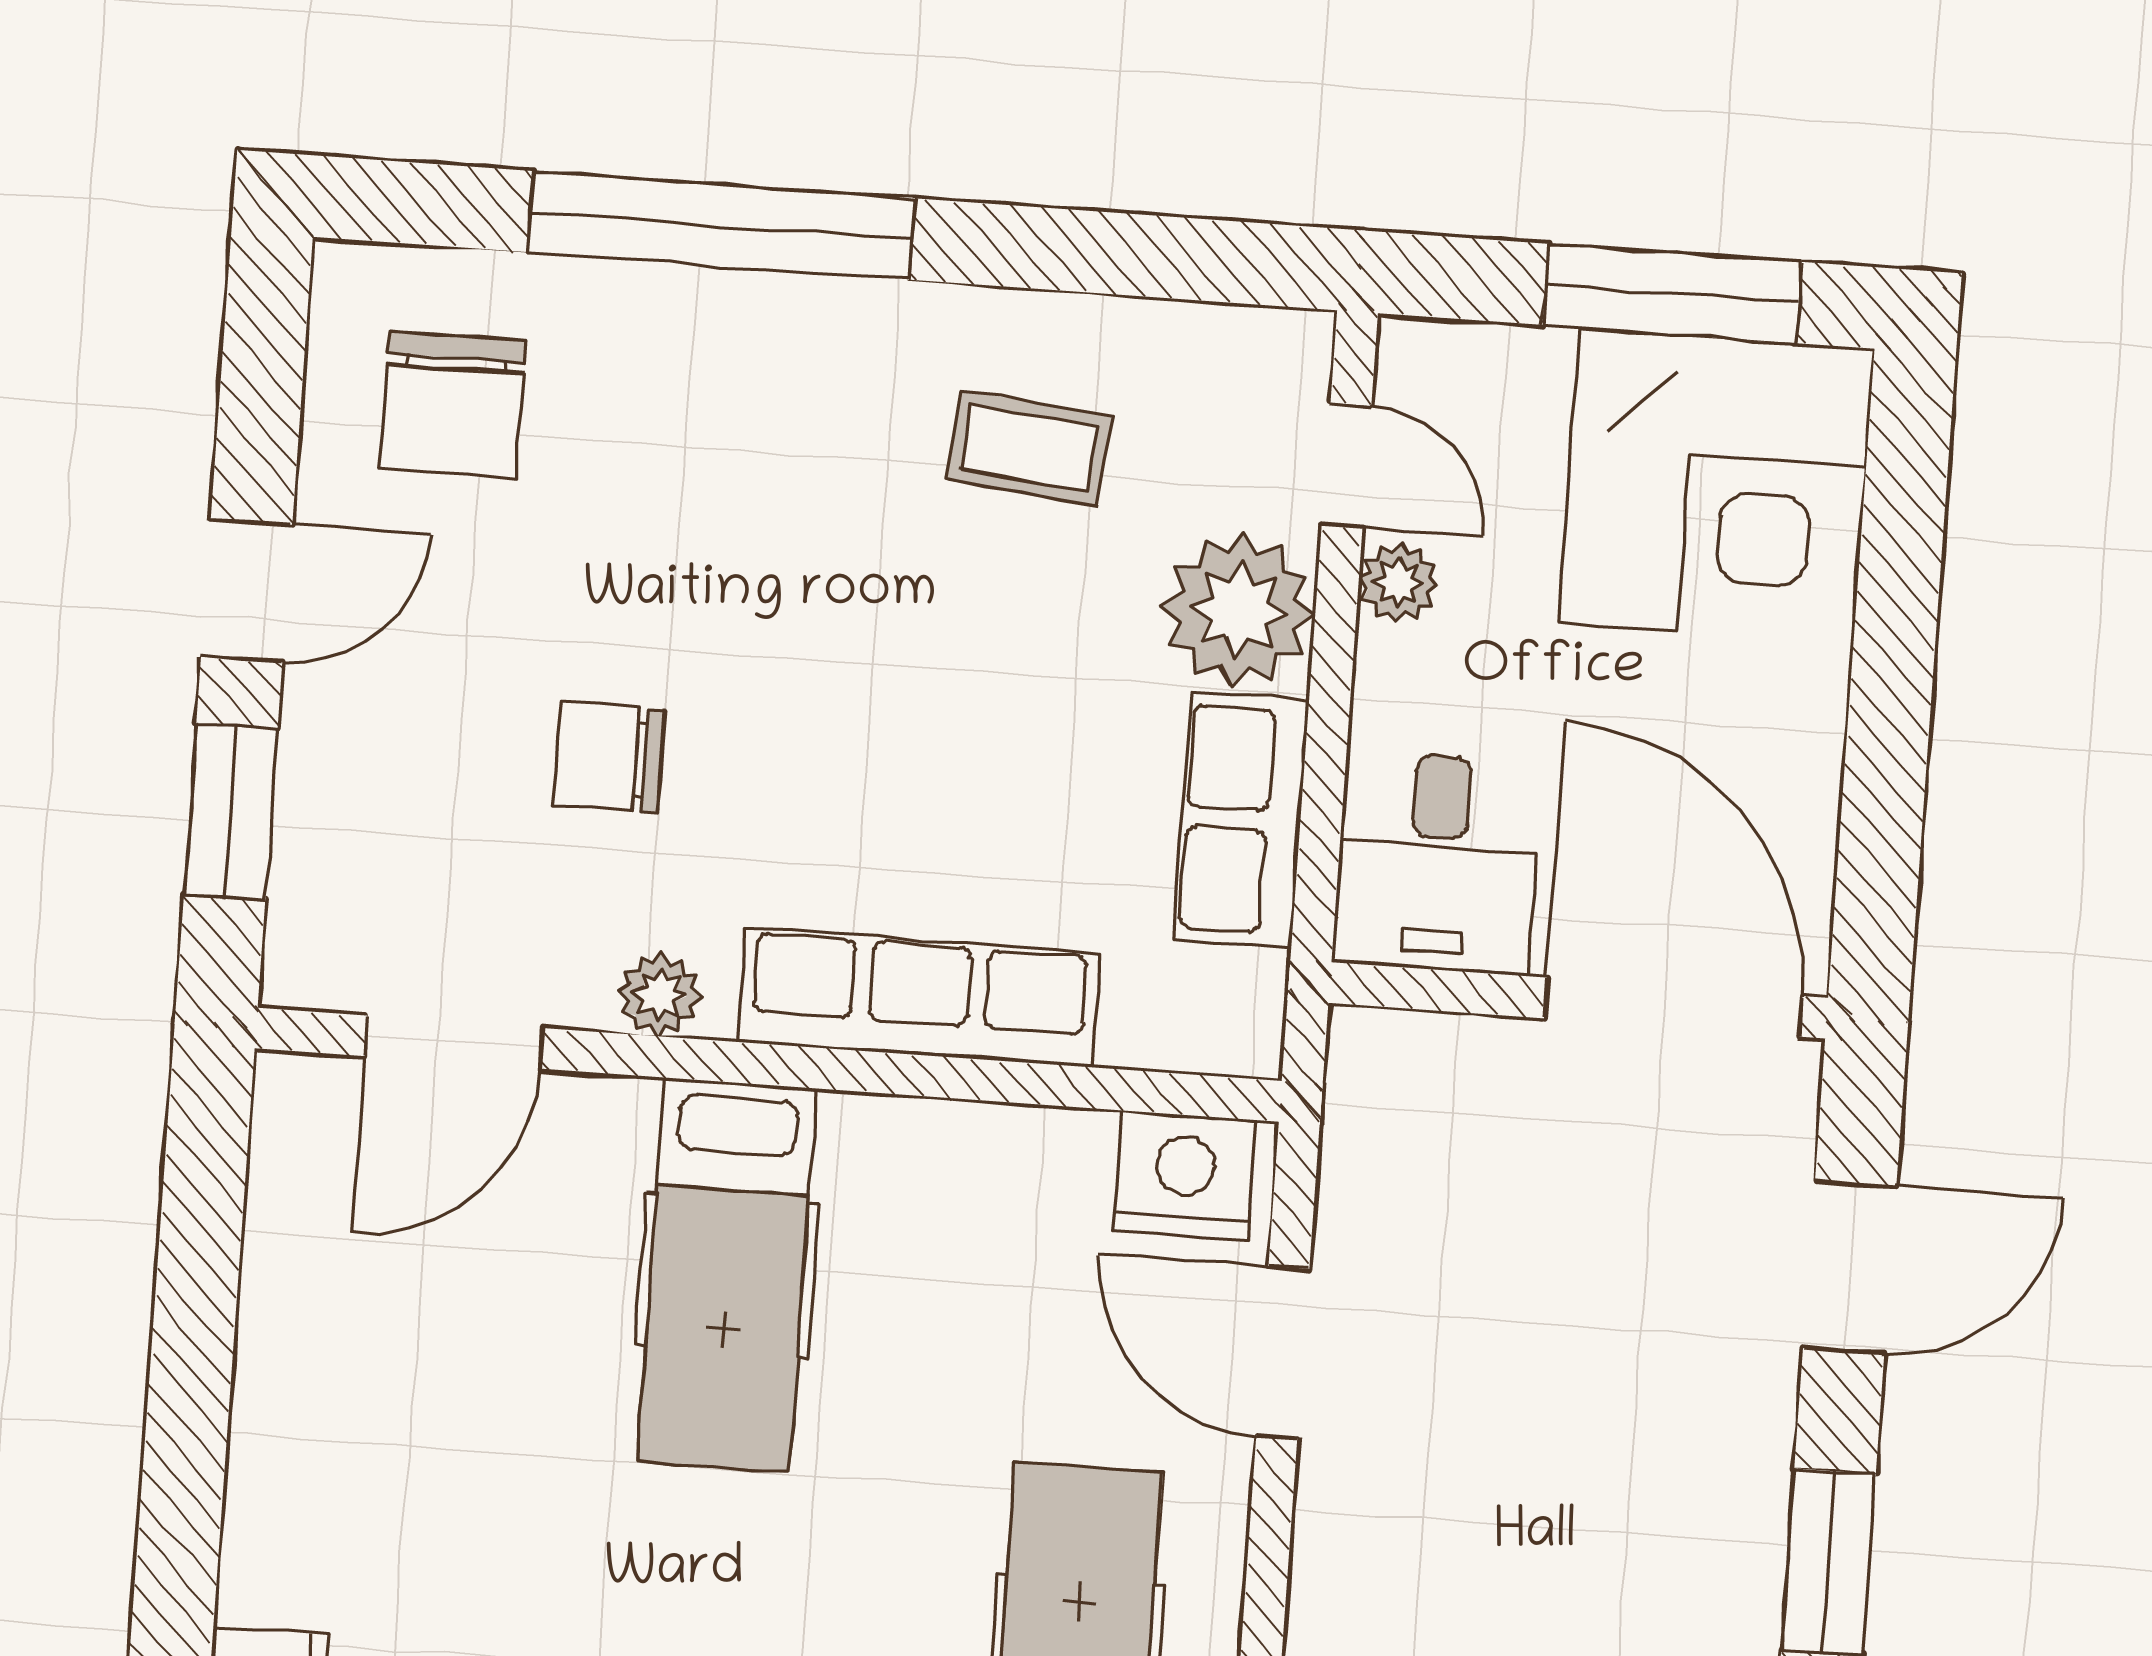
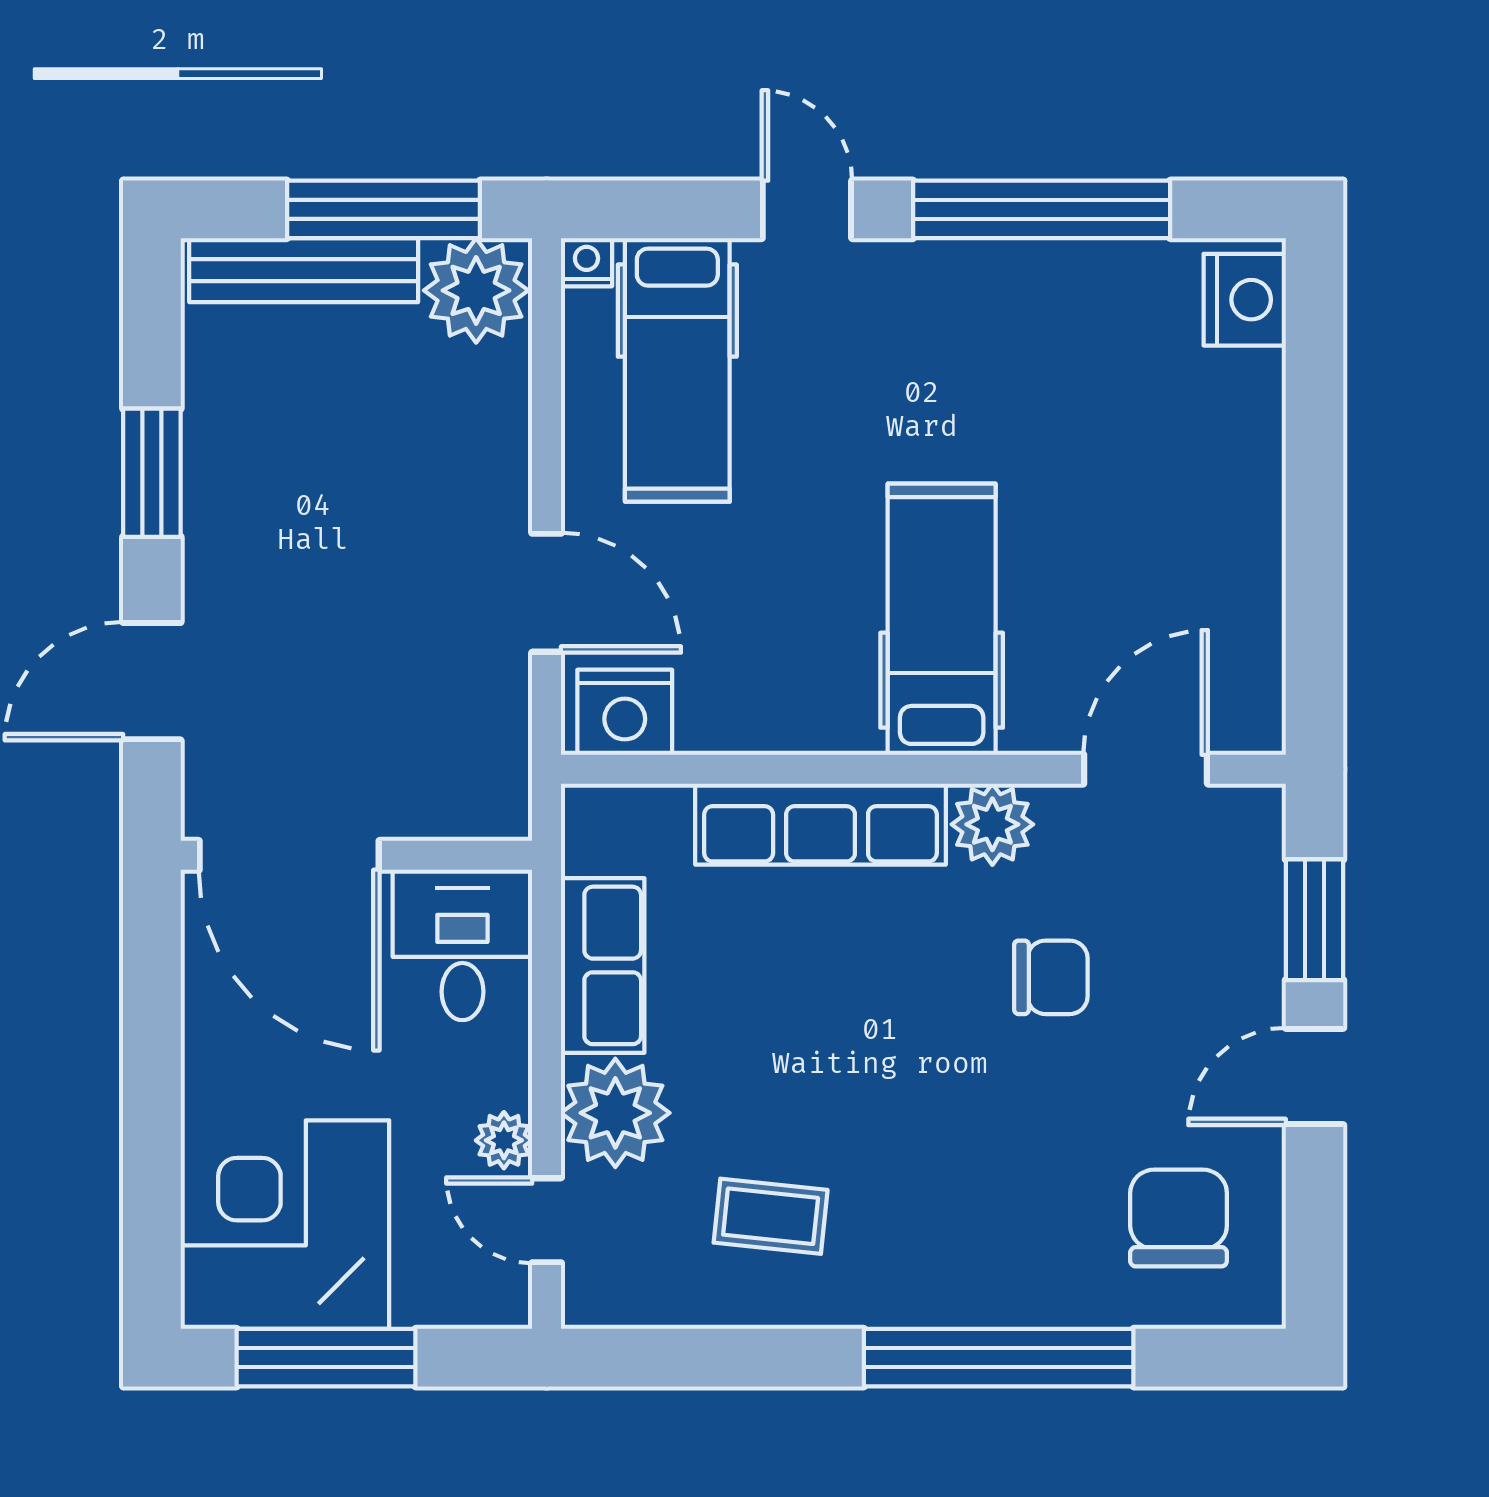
plant: (659, 994) -> (992, 824), width x1.38, depth x1.38

